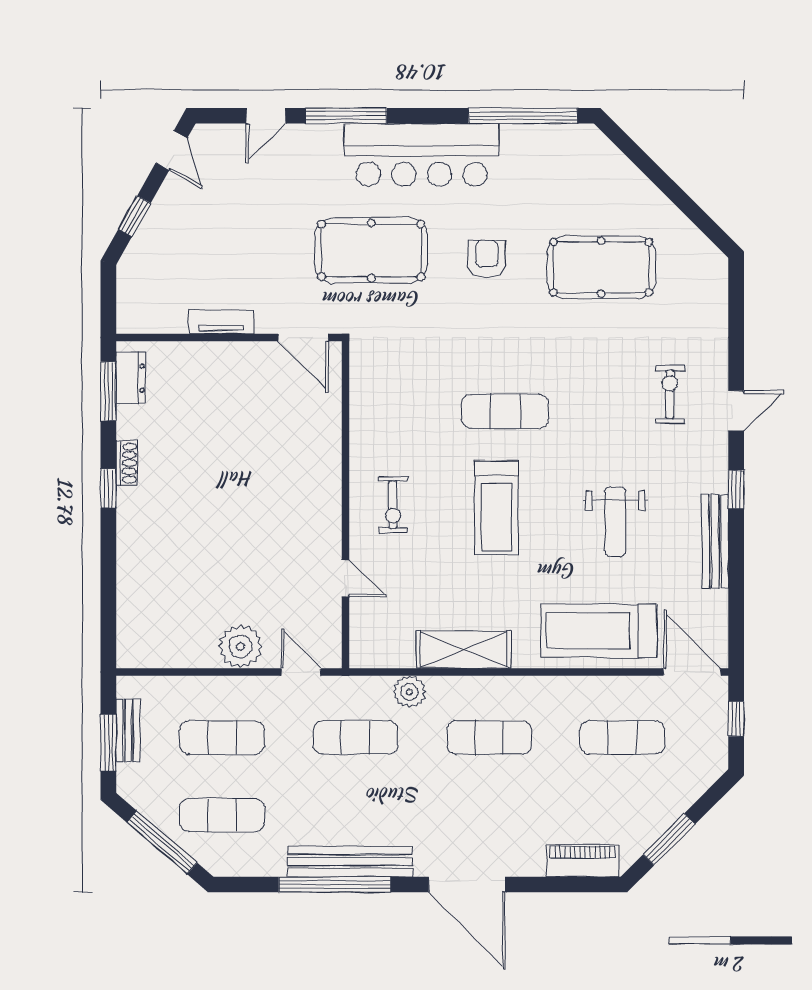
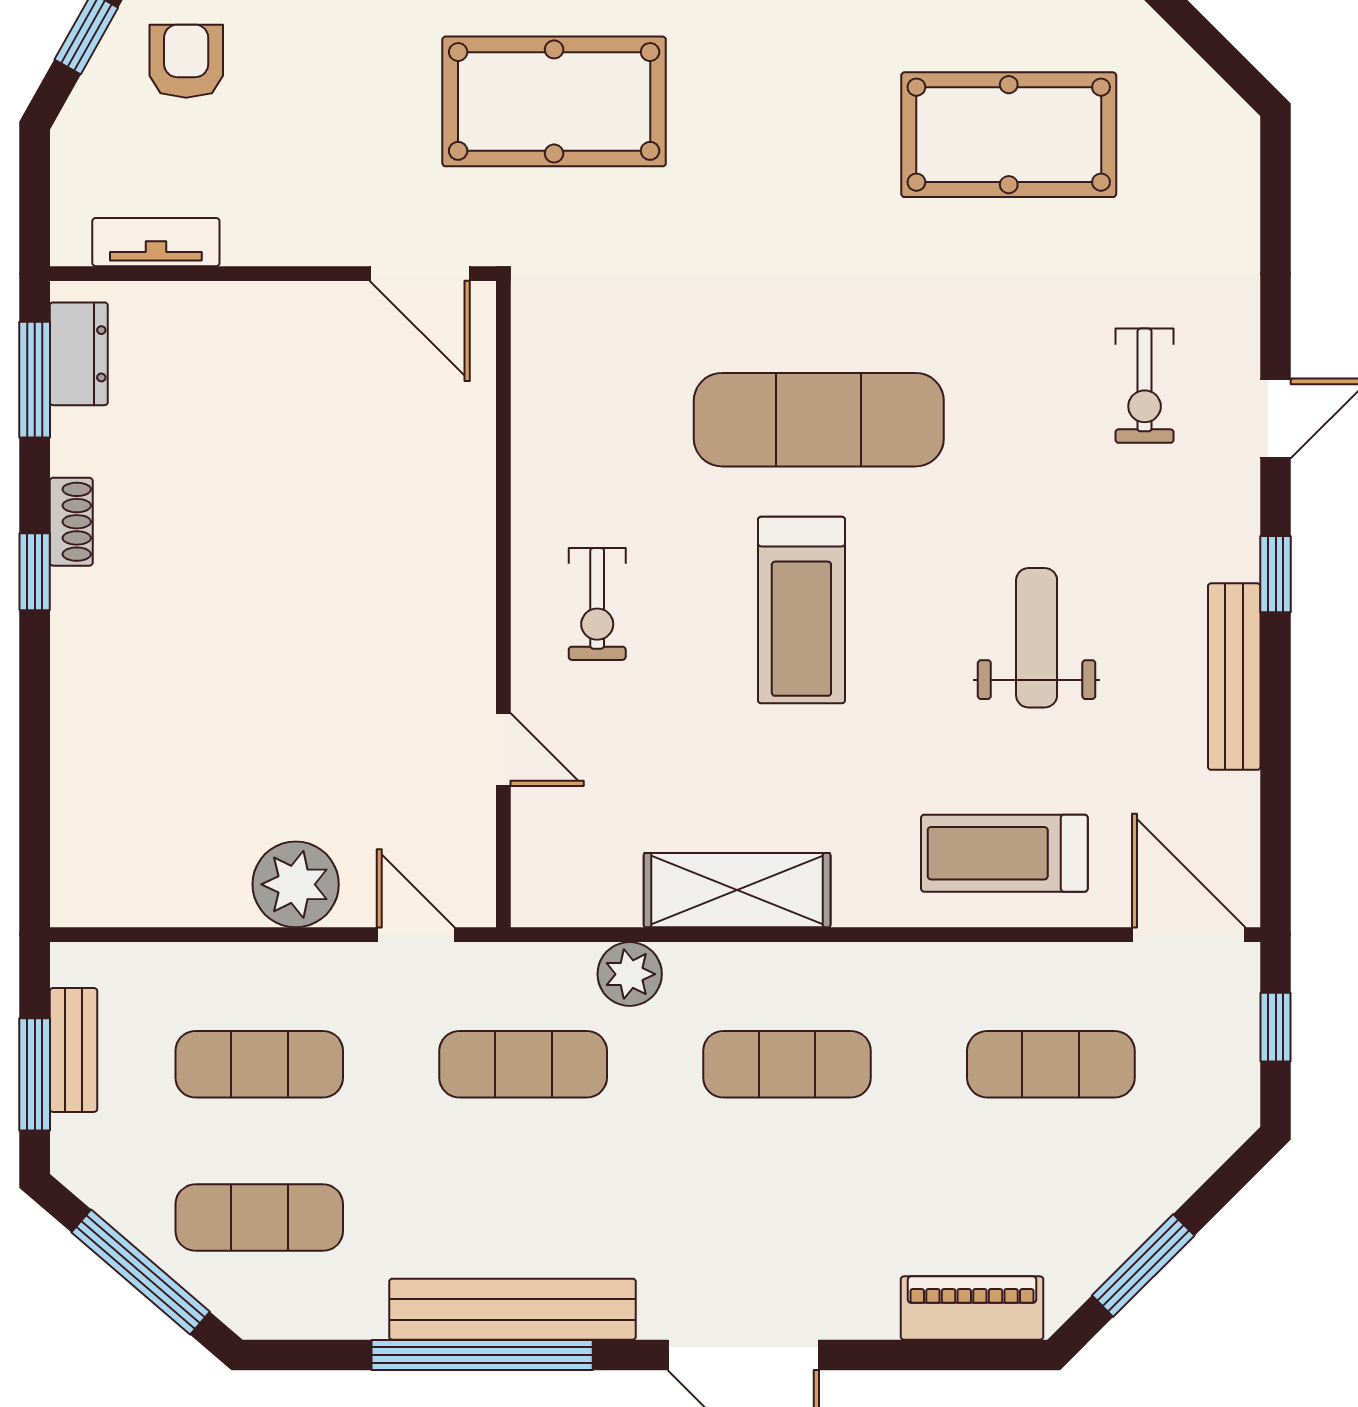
armchair: (487, 259) -> (186, 61), moved
tv unit: (222, 322) -> (156, 242), moved
exercise bike: (670, 394) -> (1145, 386), turned 180
exercise mat: (505, 411) -> (819, 420), width x1.36, depth x1.45
weight bench: (615, 522) -> (1037, 638), turned 180
treadmill: (599, 631) -> (1004, 853), width x0.73, depth x0.73

